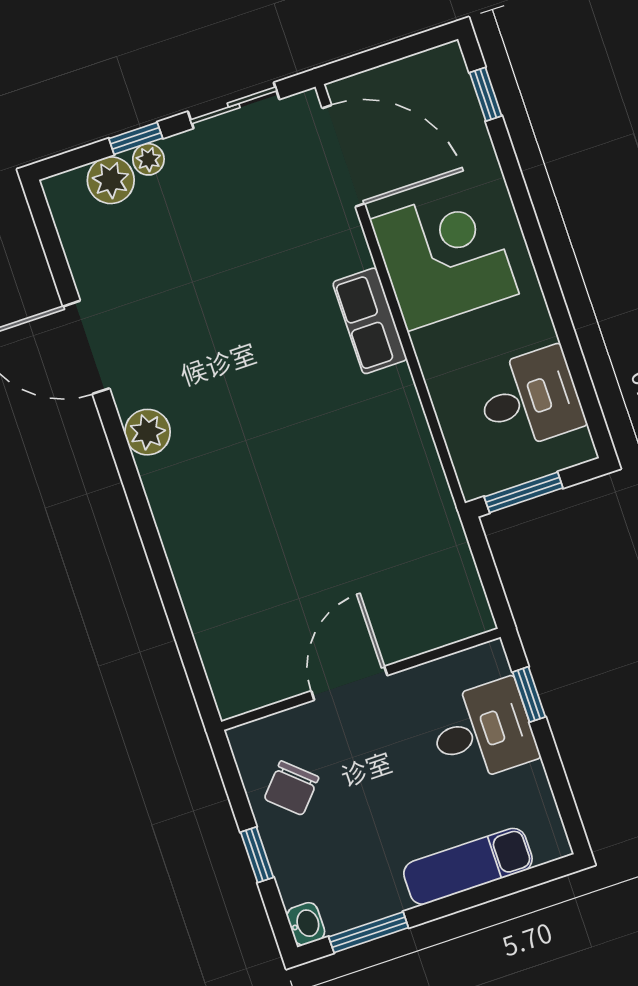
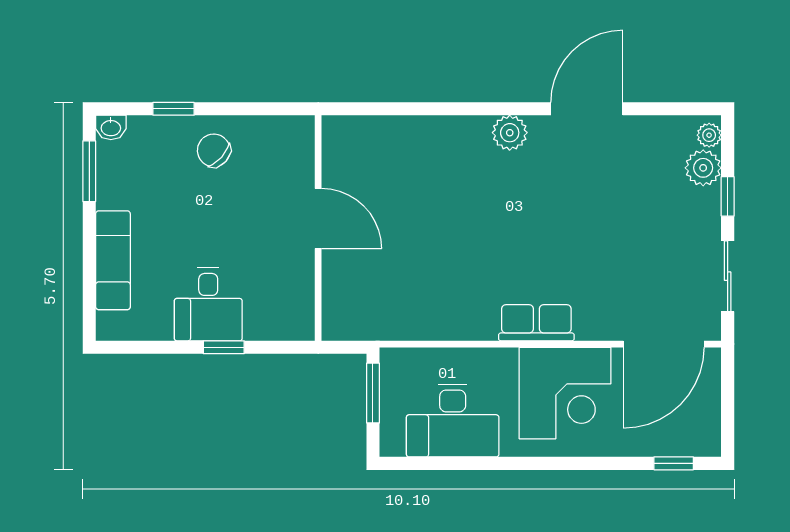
plant: (148, 159) -> (709, 135), moved
desk: (530, 399) -> (453, 421), width x1.37
wall: (361, 679) -> (318, 228), moved
door: (349, 683) -> (318, 219), moved

